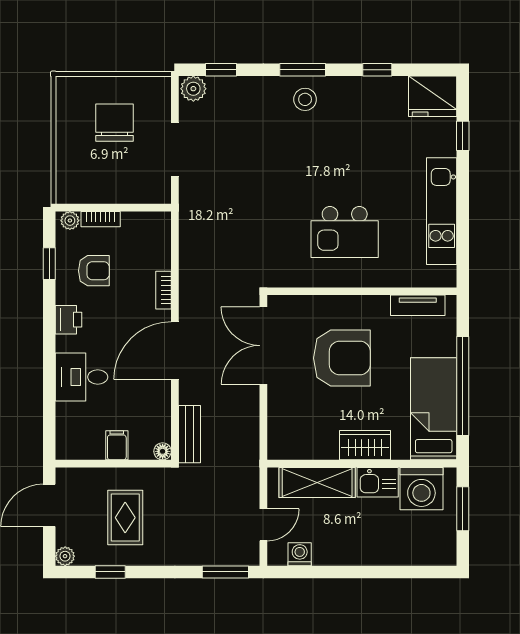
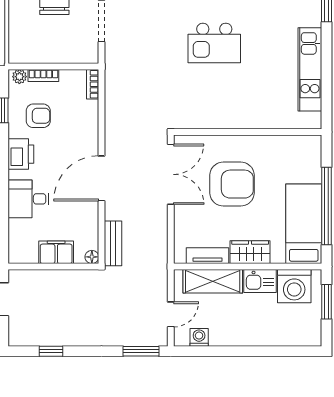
kitchen island: (345, 232) -> (214, 43), moved
bookcase: (164, 290) -> (93, 84), moved
tv unit: (418, 305) -> (208, 256), moved, turned 180
printer: (68, 320) -> (21, 154), width x1.36, depth x1.24
double door: (263, 346) -> (171, 174), swing flipped
filing cabinet: (117, 445) -> (56, 252), width x2.00
rug: (125, 518) -> (63, 309), removed
plant: (65, 556) -> (16, 339), removed

